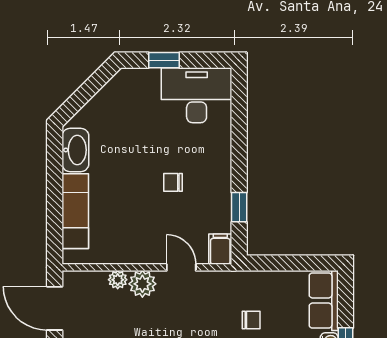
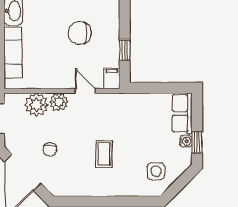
chair: (173, 182) -> (80, 33), width x1.87, depth x1.87
plant: (118, 280) -> (36, 105), width x1.87, depth x1.87
chair: (251, 320) -> (133, 127), removed

